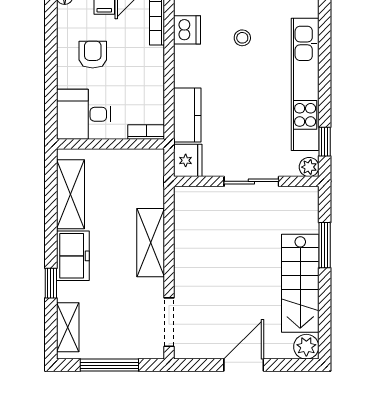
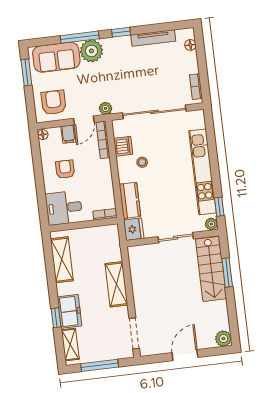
stool: (242, 38) -> (142, 162), moved
freezer: (73, 256) -> (70, 311), moved
stairs: (300, 283) -> (211, 269), moved

